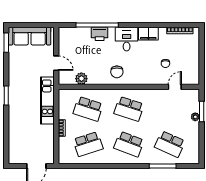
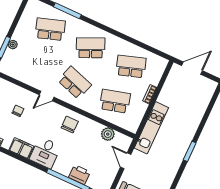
printer: (100, 34) -> (79, 175), moved
door: (175, 87) -> (47, 96), moved
school desk: (88, 109) -> (115, 101), turned -33
school desk: (129, 144) -> (91, 48), turned -45
school desk: (170, 144) -> (50, 29), turned -42

